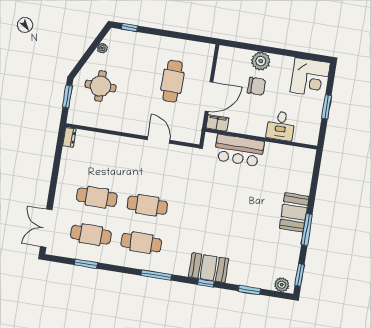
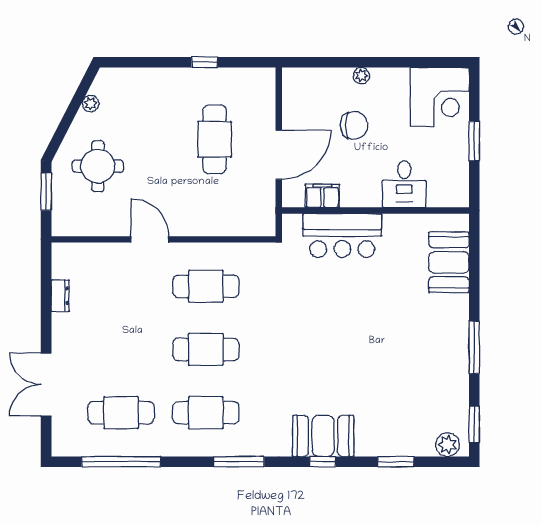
window: (130, 27) -> (205, 62), moved
plant: (261, 61) -> (361, 76), width x0.53, depth x0.53
filing cabinet: (217, 123) -> (322, 196), moved
dresser: (69, 137) -> (60, 296), moved
door: (159, 140) -> (150, 239), moved
cafe table: (97, 197) -> (206, 286), moved
booth: (294, 212) -> (449, 262), moved
double door: (46, 228) -> (46, 384), moved
window: (86, 264) -> (121, 462), width x2.11

